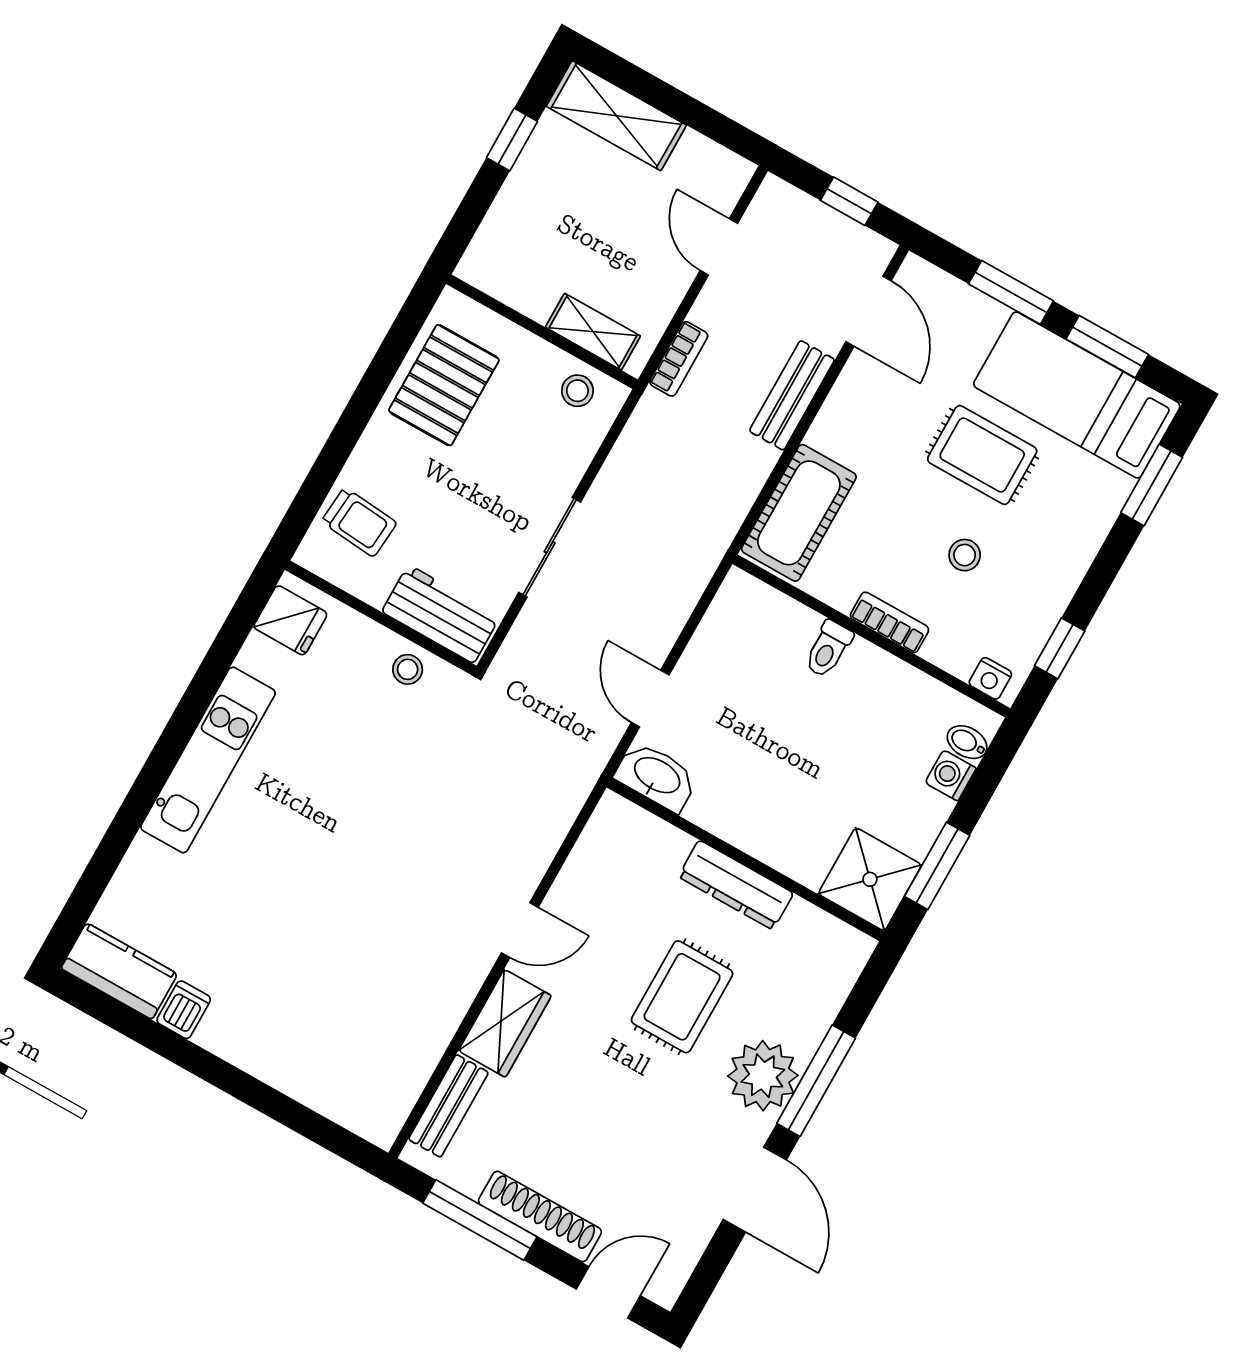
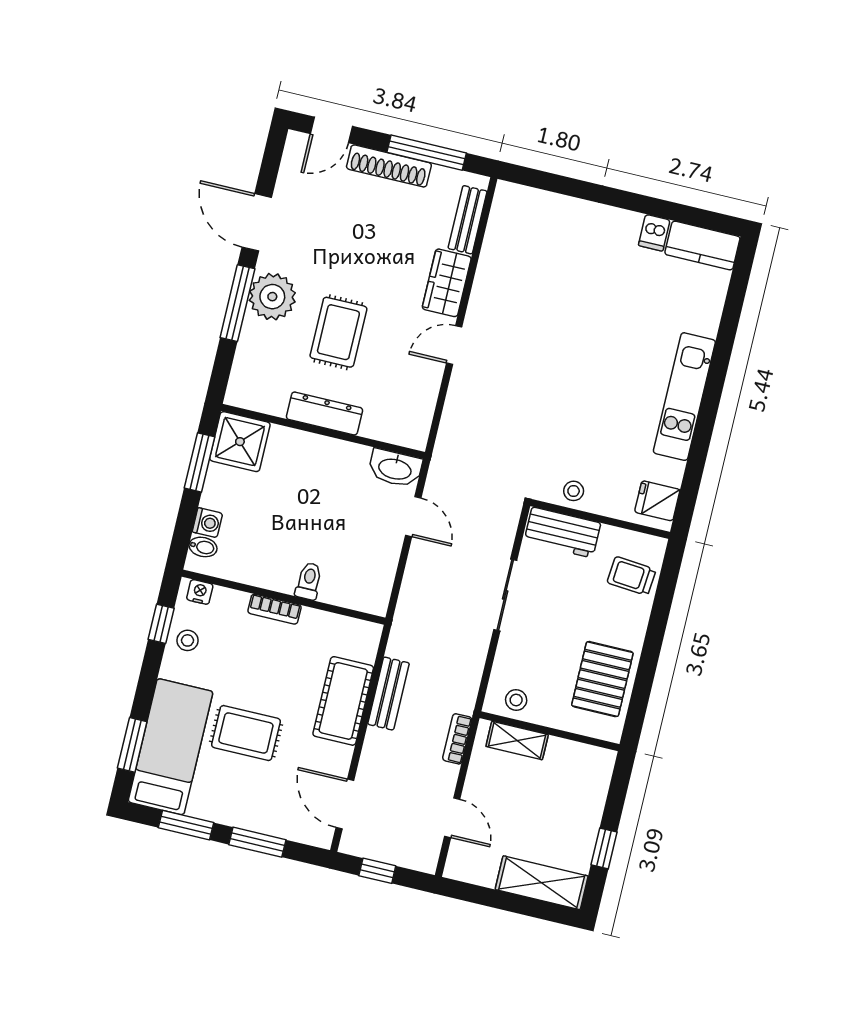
bench: (792, 395) -> (388, 694), moved
bed: (1077, 395) -> (171, 747), moved, turned -90
cot: (799, 513) -> (343, 701), moved
stool: (965, 555) -> (187, 640), moved

